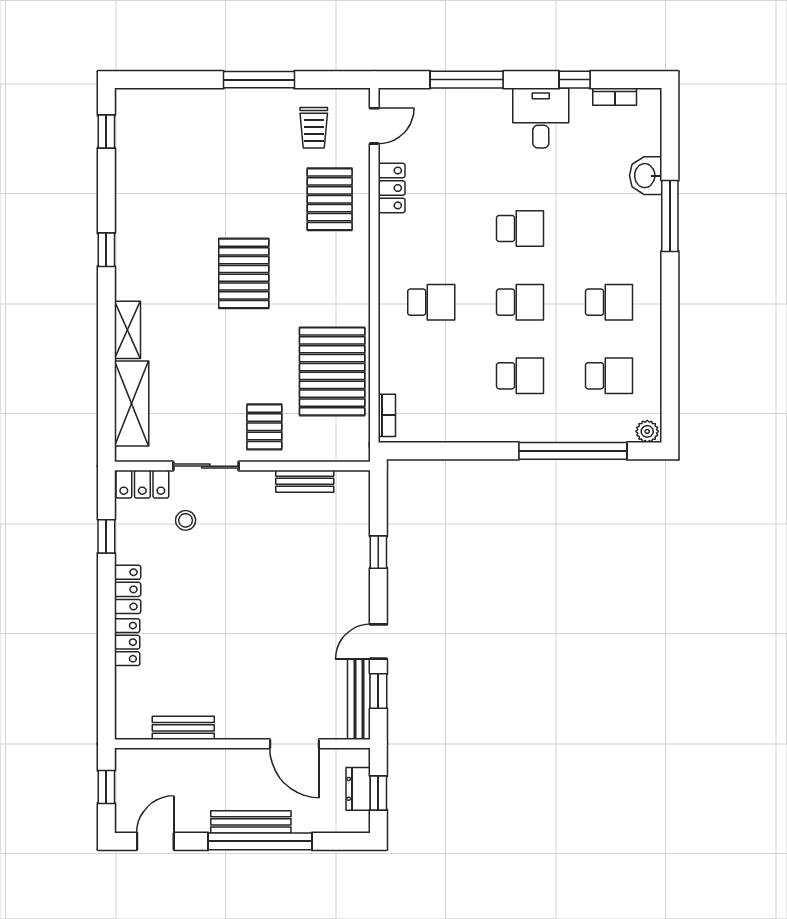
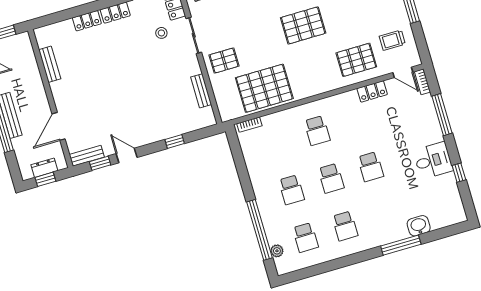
bookcase: (615, 97) -> (422, 82), moved
plant: (647, 431) -> (277, 251), moved
bench: (359, 699) -> (87, 156), width x0.73

